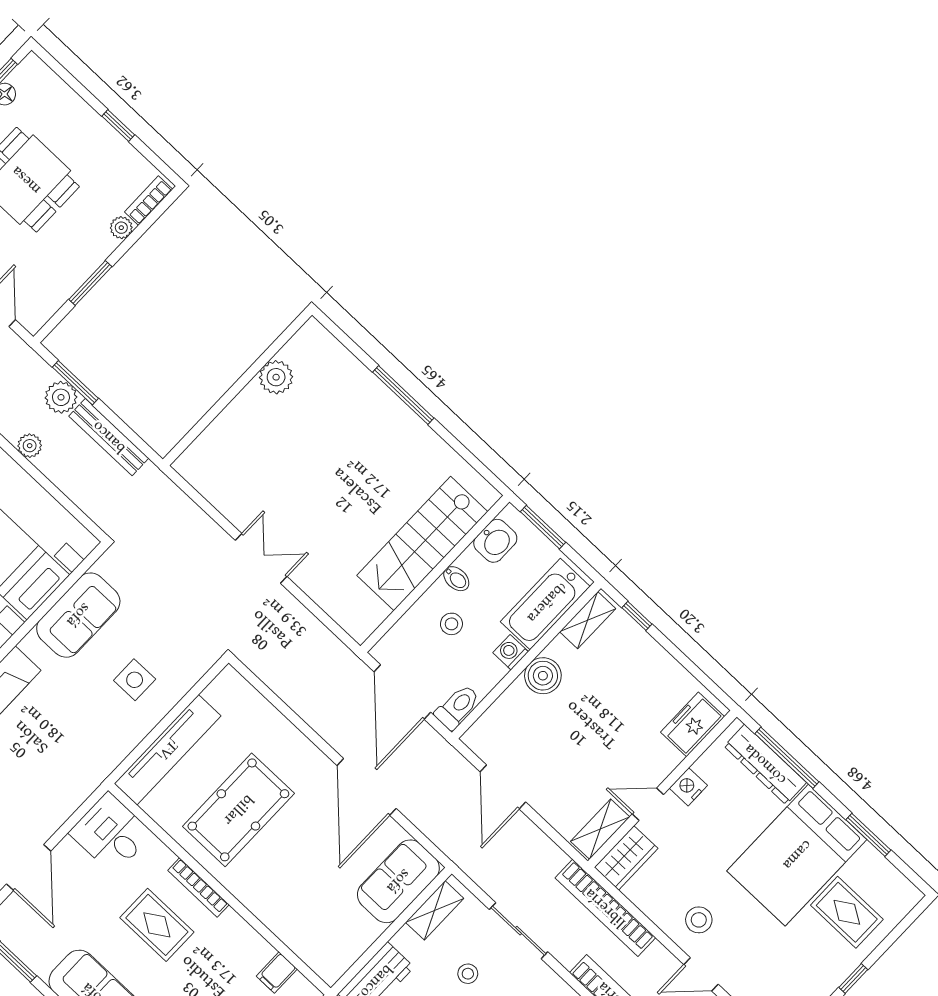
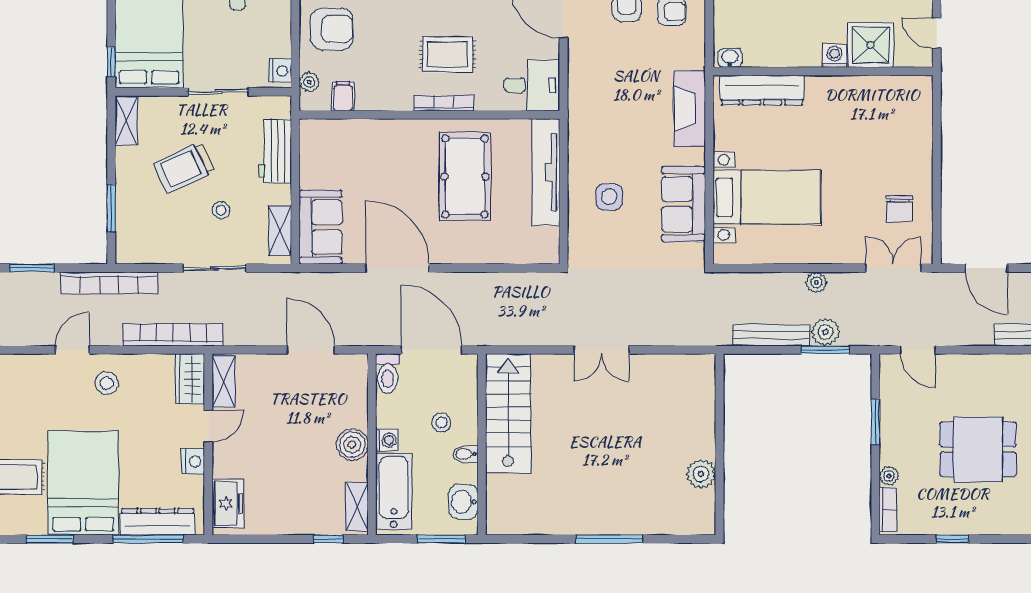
stairs: (422, 544) -> (508, 413), moved

